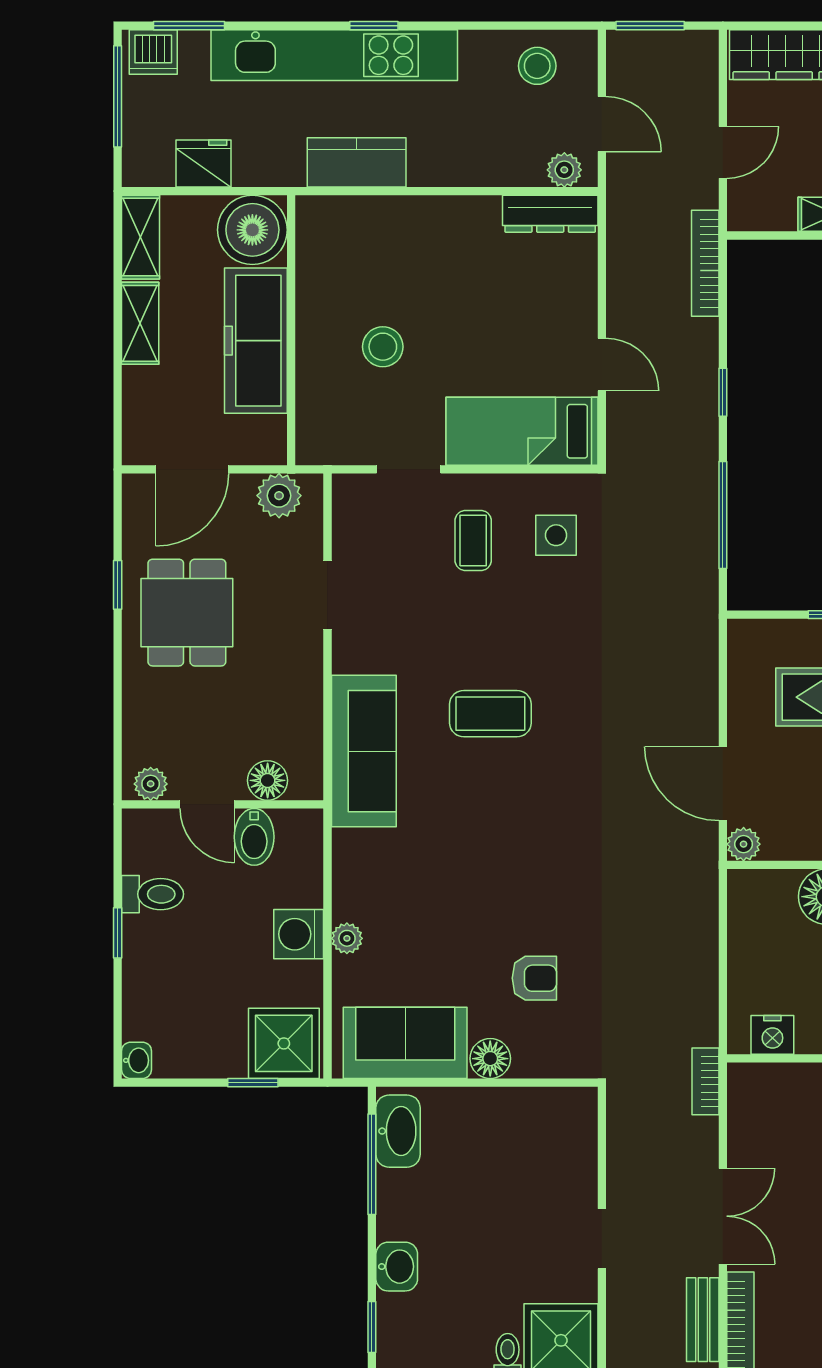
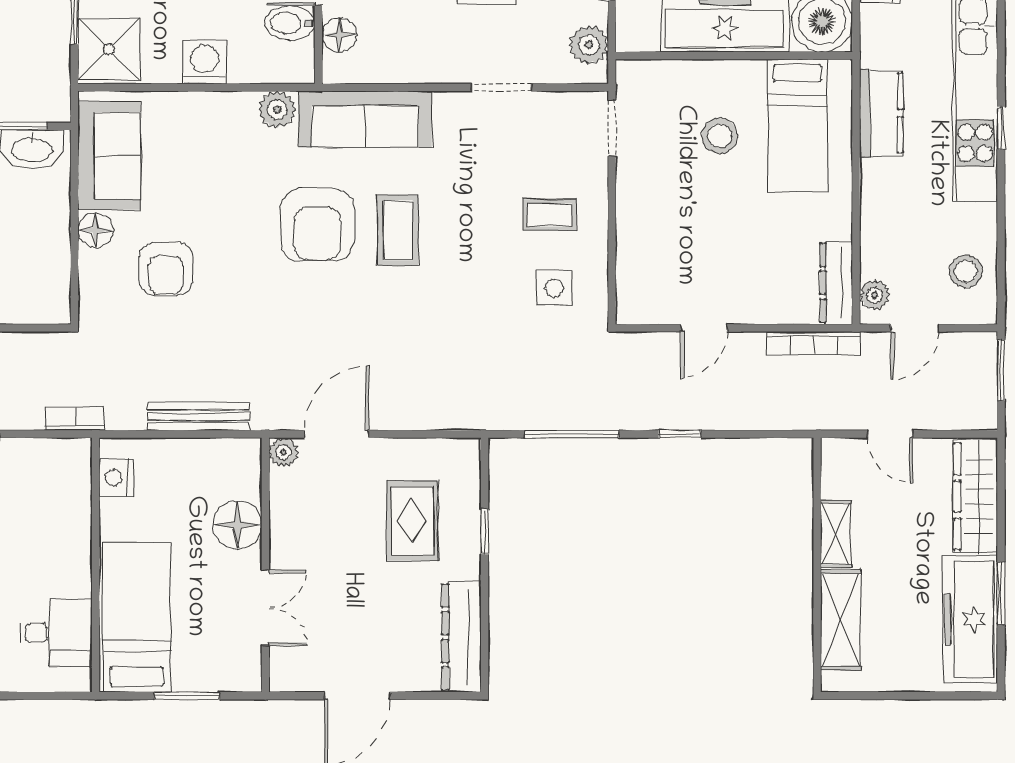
bookcase: (705, 263) -> (814, 343), moved, turned 180
bed: (522, 431) -> (797, 126), moved, turned 180
doorway: (409, 469) -> (612, 128), moved
armchair: (484, 805) -> (317, 225), added
plant: (347, 938) -> (277, 109), moved, width x1.38, depth x1.38
bench: (703, 941) -> (198, 416), added
armchair: (534, 978) -> (166, 269), width x1.38, depth x1.38

